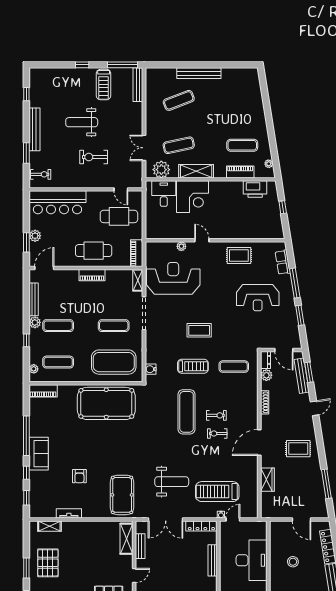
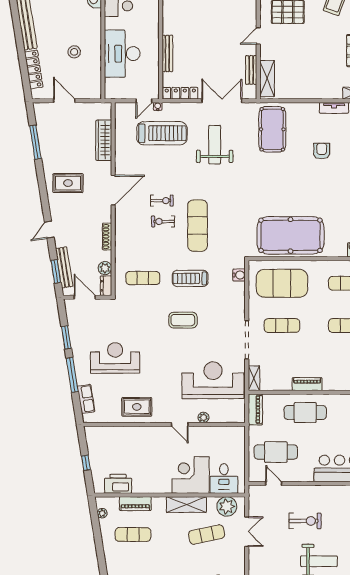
reception desk: (173, 278) -> (213, 380), turned 180
wardrobe: (267, 480) -> (104, 140), width x1.50
weight bench: (172, 482) -> (215, 145), turned 90

